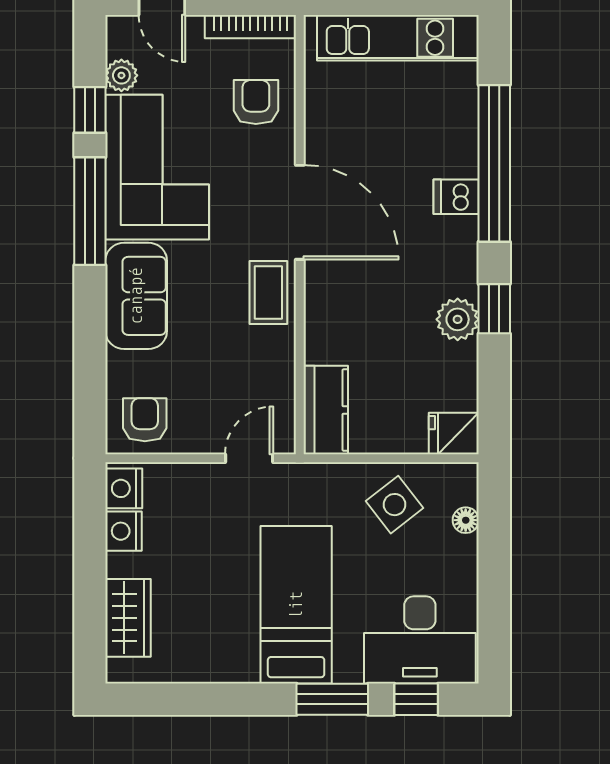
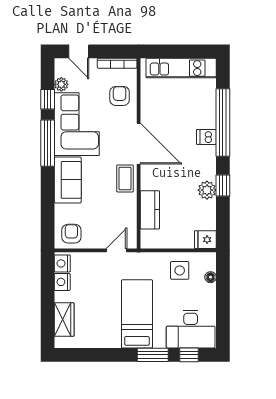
kitchen counter: (326, 410) -> (150, 210), moved
side table: (394, 505) -> (180, 270), turned 38

